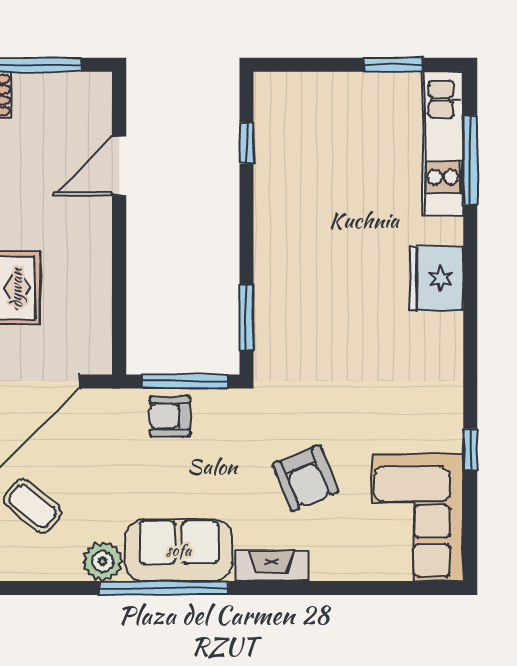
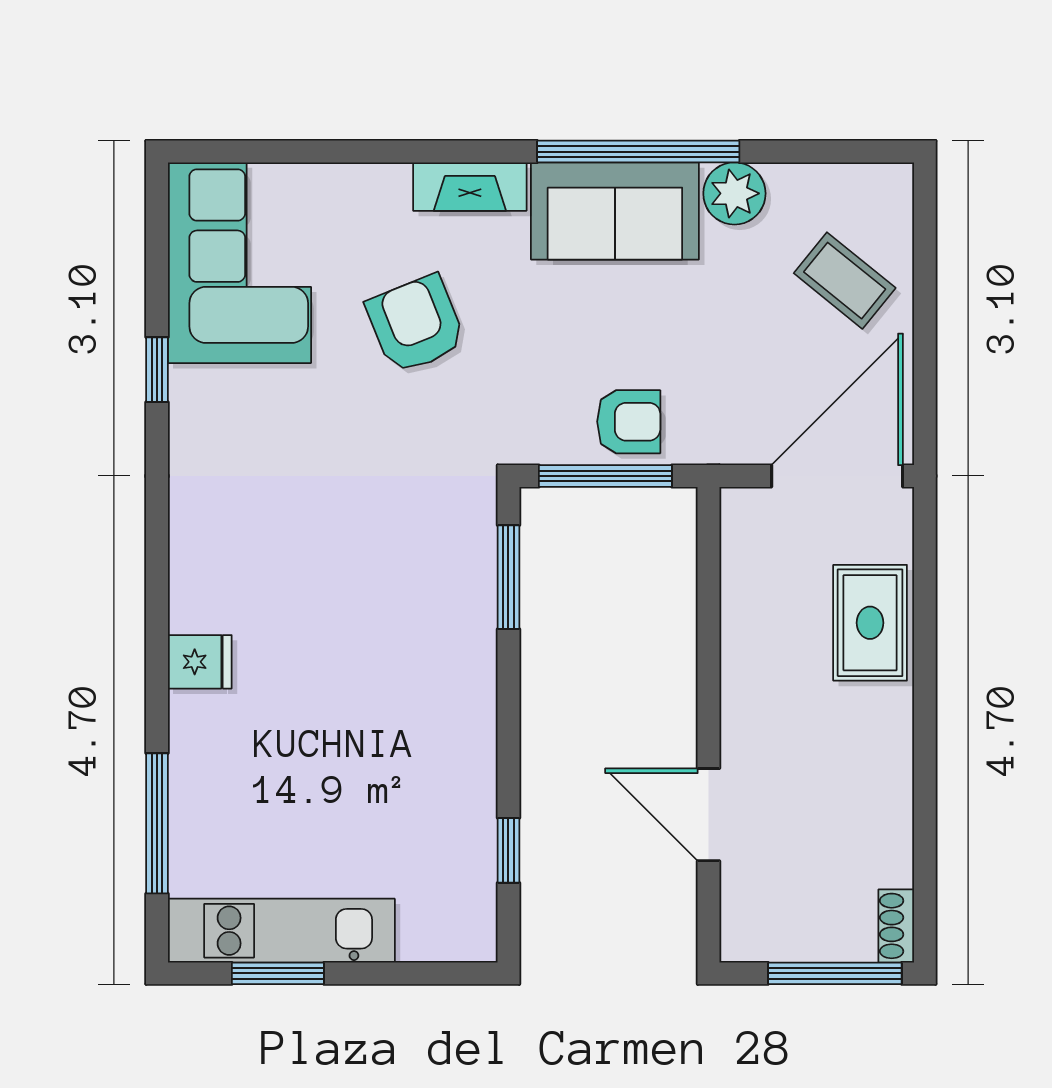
kitchen unit: (443, 144) -> (281, 931), moved, turned -90
door: (119, 166) -> (709, 815), swing flipped
fridge: (436, 278) -> (200, 662), width x0.53, depth x0.75

